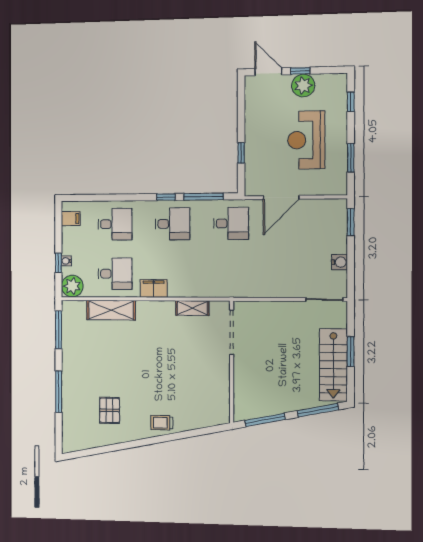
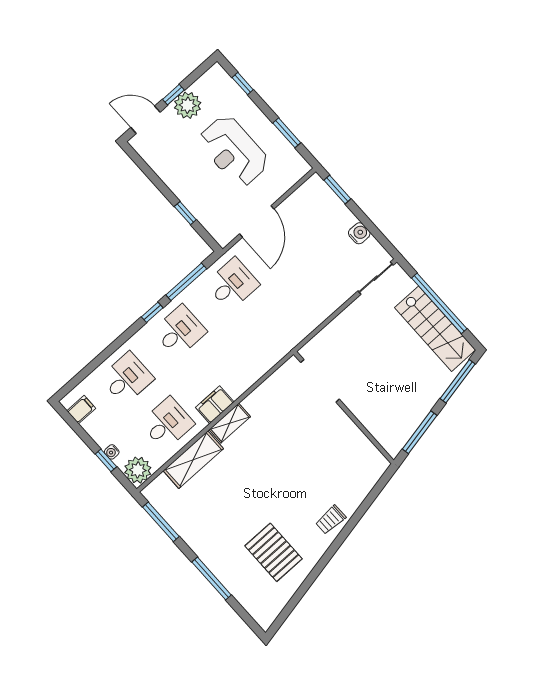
shelving: (192, 308) -> (230, 423), moved
window: (351, 351) -> (439, 303), width x2.11
pallet: (110, 410) -> (274, 552), width x1.50, depth x1.42

